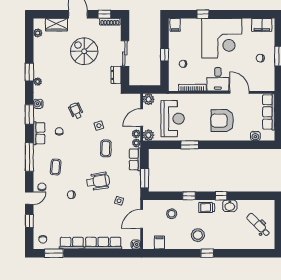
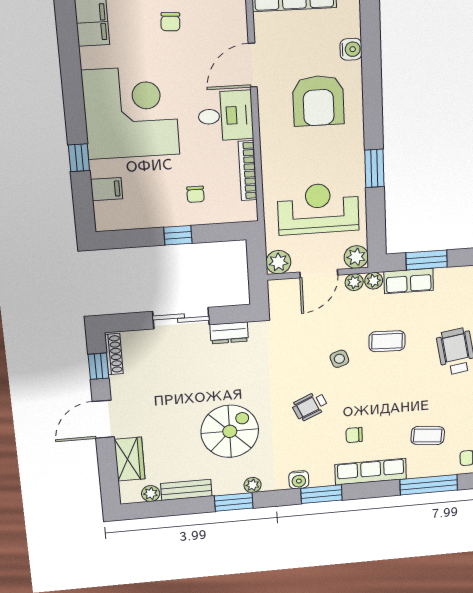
filing cabinet: (175, 25) -> (107, 189), moved
bench: (38, 50) -> (186, 490), added
spiral stairs: (84, 51) -> (230, 431), moved, turned 180
door: (142, 118) -> (319, 274), hinge flipped
row of seats: (39, 133) -> (371, 472), width x1.48
water cooler: (255, 136) -> (351, 49), moved
window: (29, 157) -> (429, 485), moved
window: (145, 178) -> (427, 260), moved

